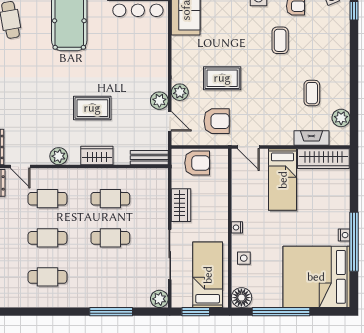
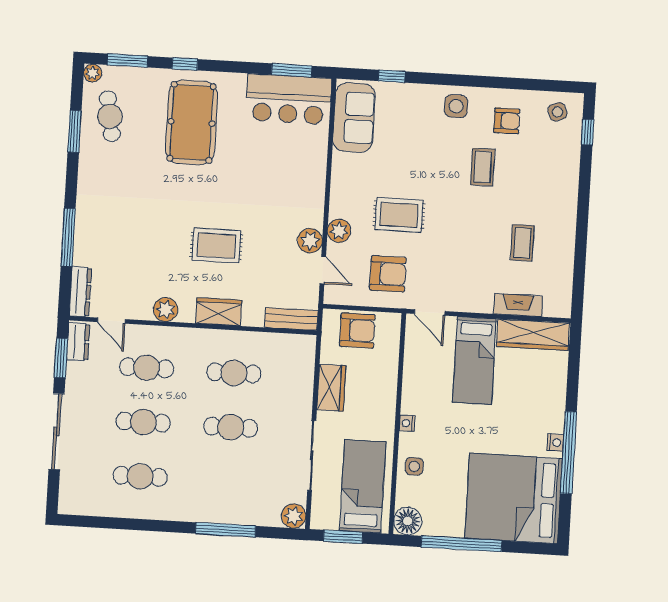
plant: (341, 118) -> (561, 280), removed

